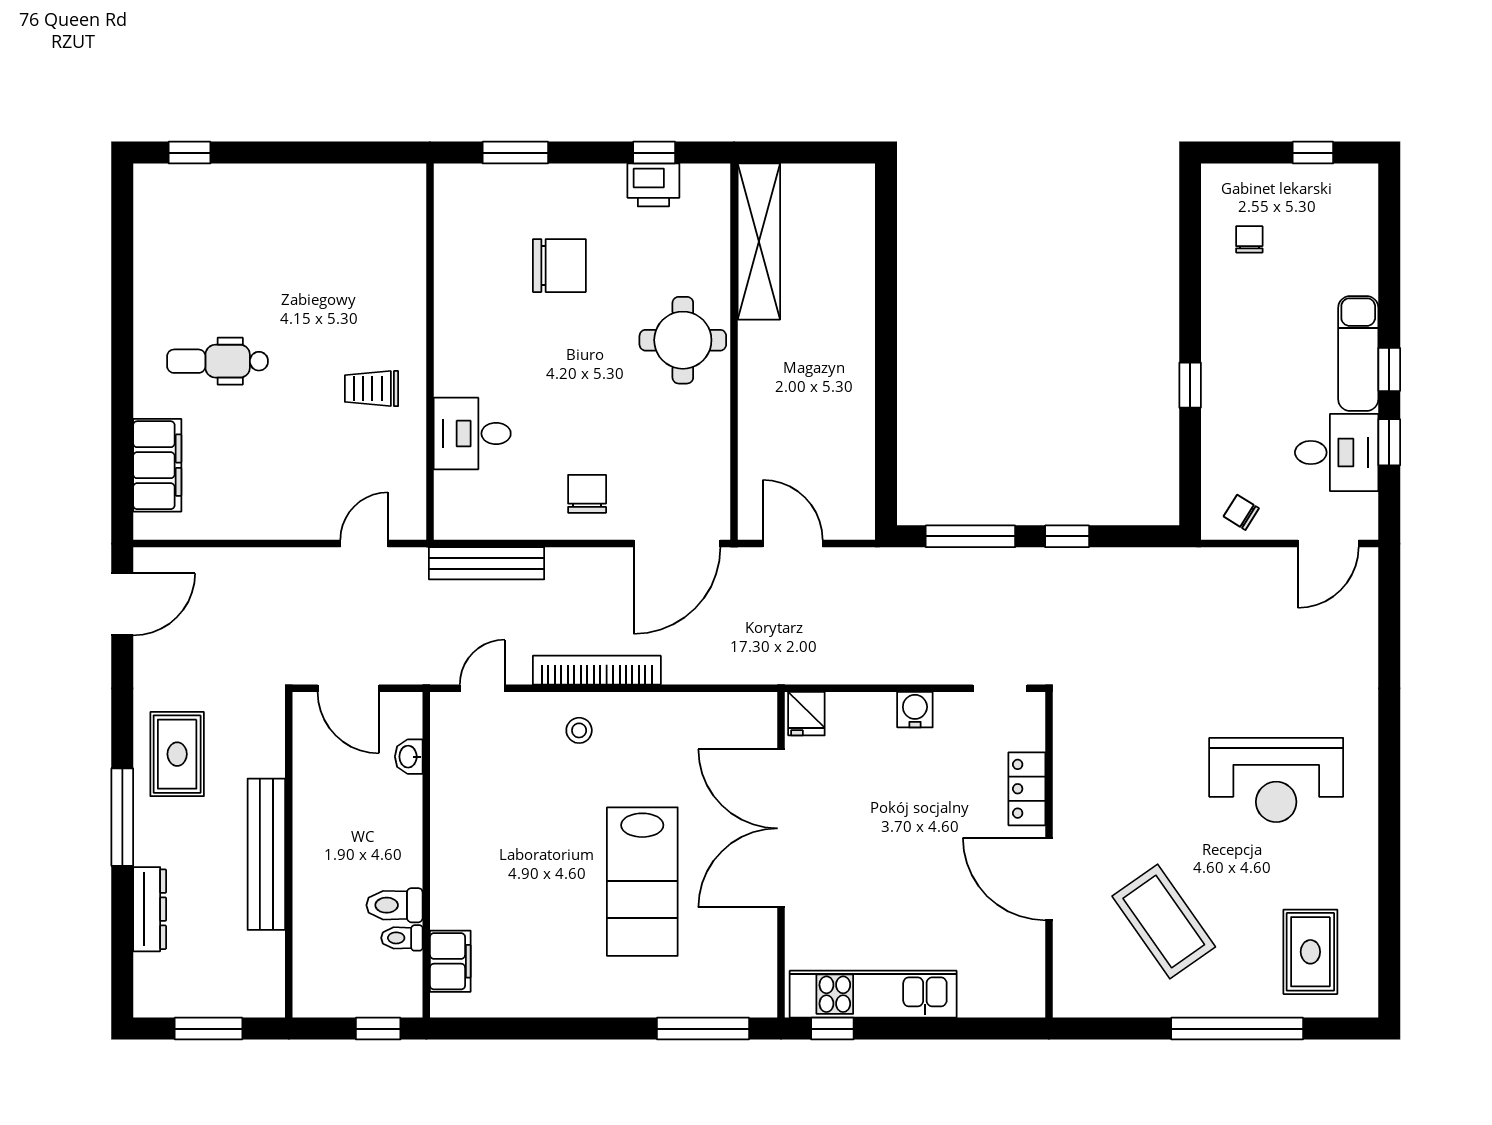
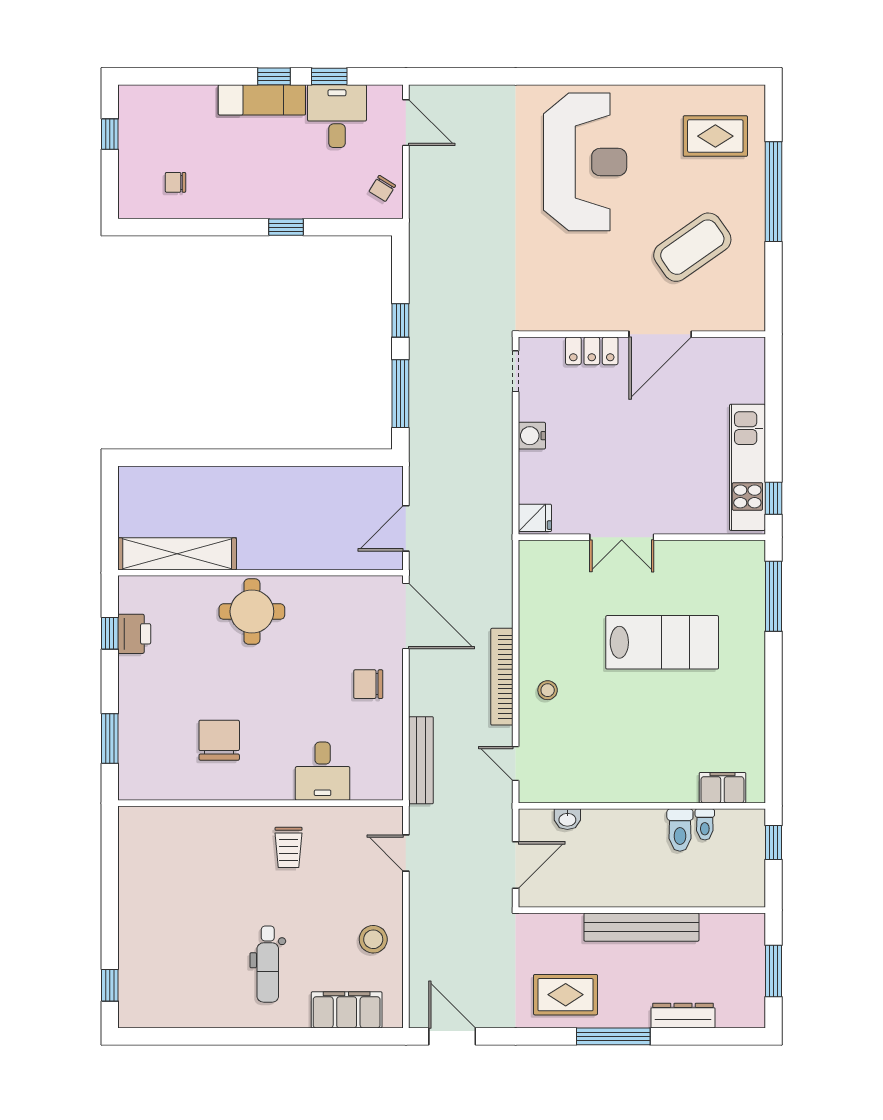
chair: (559, 266) -> (219, 740), moved
stool: (250, 500) -> (373, 939), added
reception desk: (1276, 780) -> (585, 162), width x1.36, depth x1.30
double door: (781, 828) -> (622, 537), width x0.54

